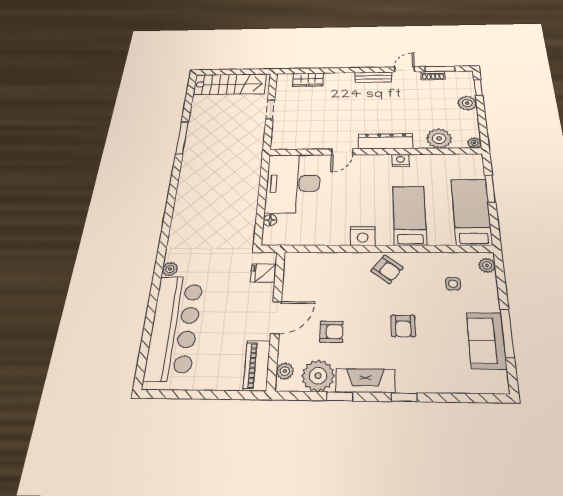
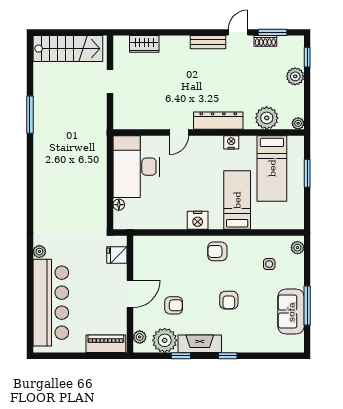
bed: (471, 212) -> (272, 168), moved, turned 180
armchair: (387, 269) -> (217, 251), turned 142
piano: (257, 365) -> (106, 344), moved, turned 90

